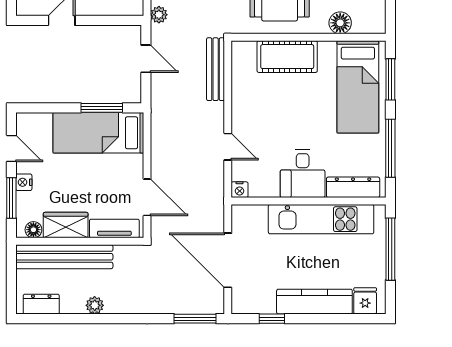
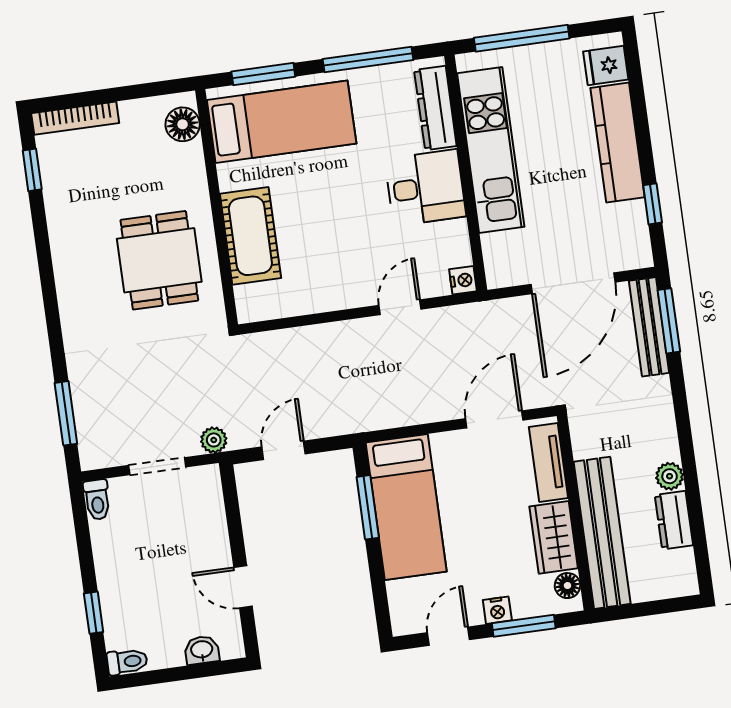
floor lamp: (340, 23) -> (183, 124), moved
bench: (216, 69) -> (649, 327), moved, turned 90
dresser: (41, 304) -> (674, 520), moved

